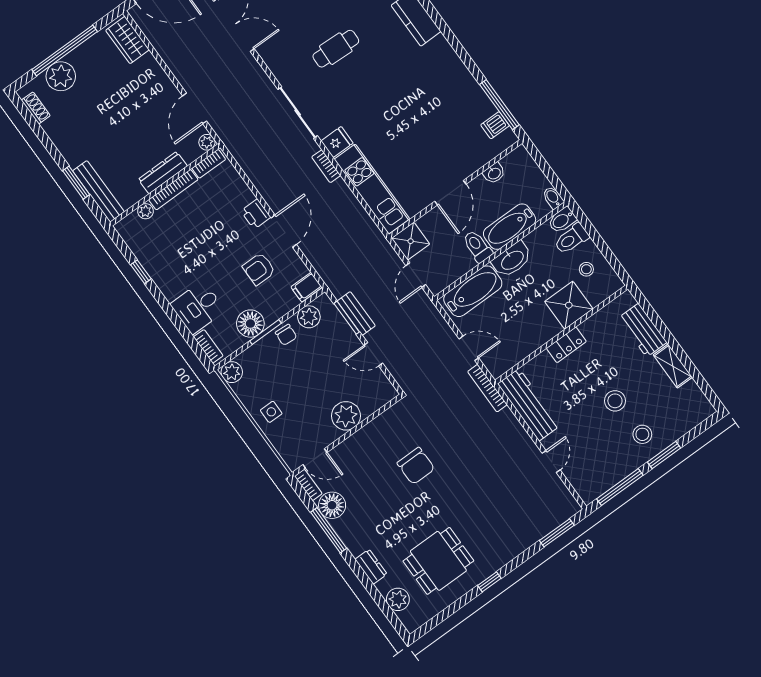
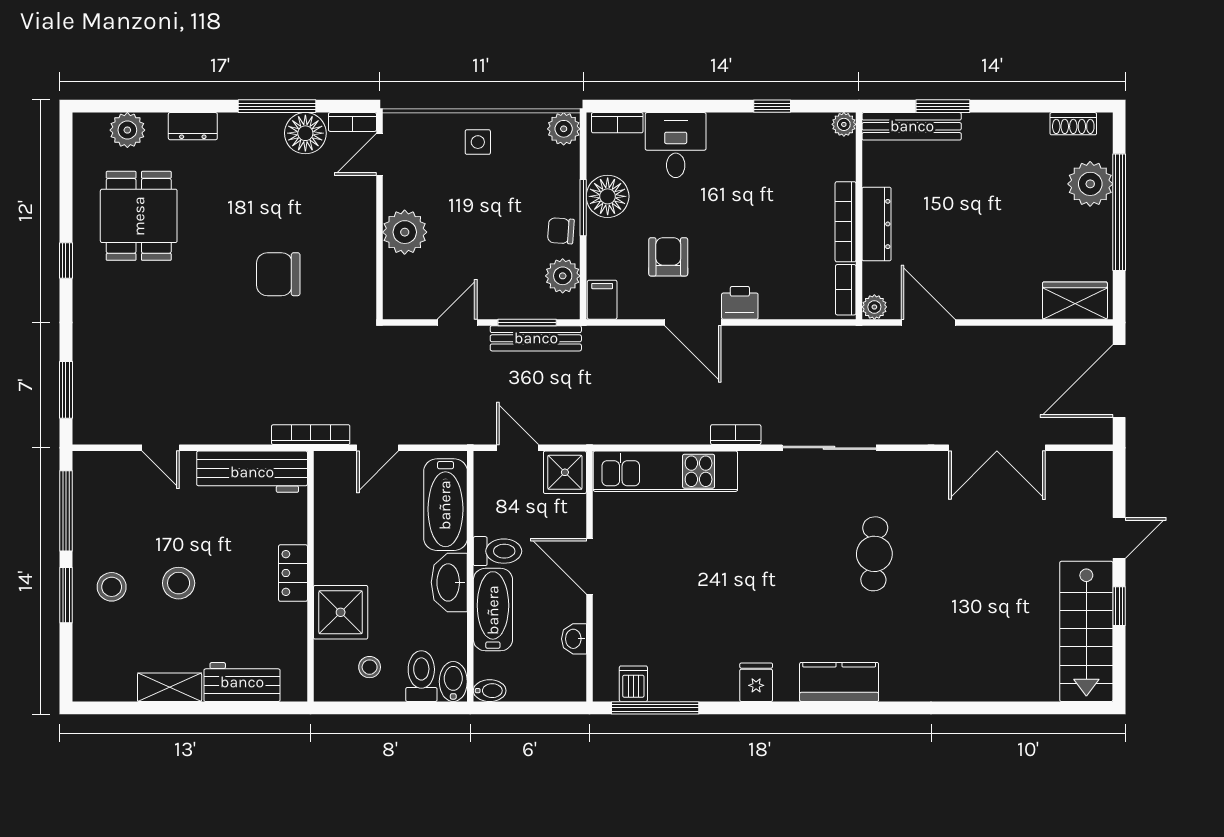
fridge: (337, 142) -> (756, 682), moved, turned 180
plant: (146, 211) -> (844, 124), moved
bench: (356, 313) -> (536, 338), width x1.36

